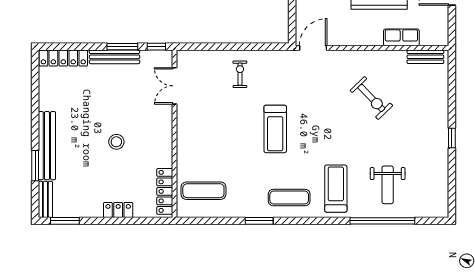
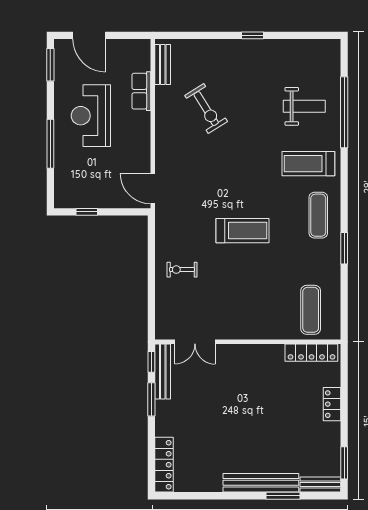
bench: (114, 57) -> (163, 372), moved
exercise bike: (371, 98) -> (206, 109), moved, turned 102
stool: (116, 142) -> (257, 406), removed

